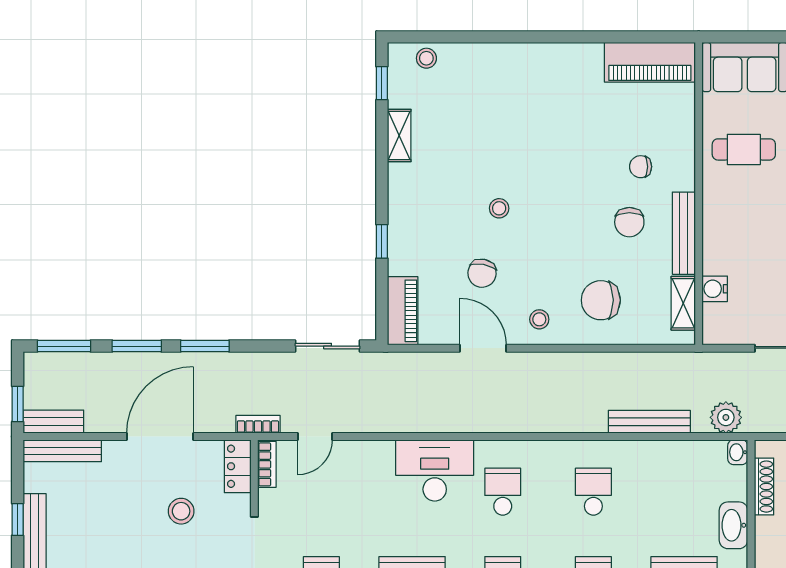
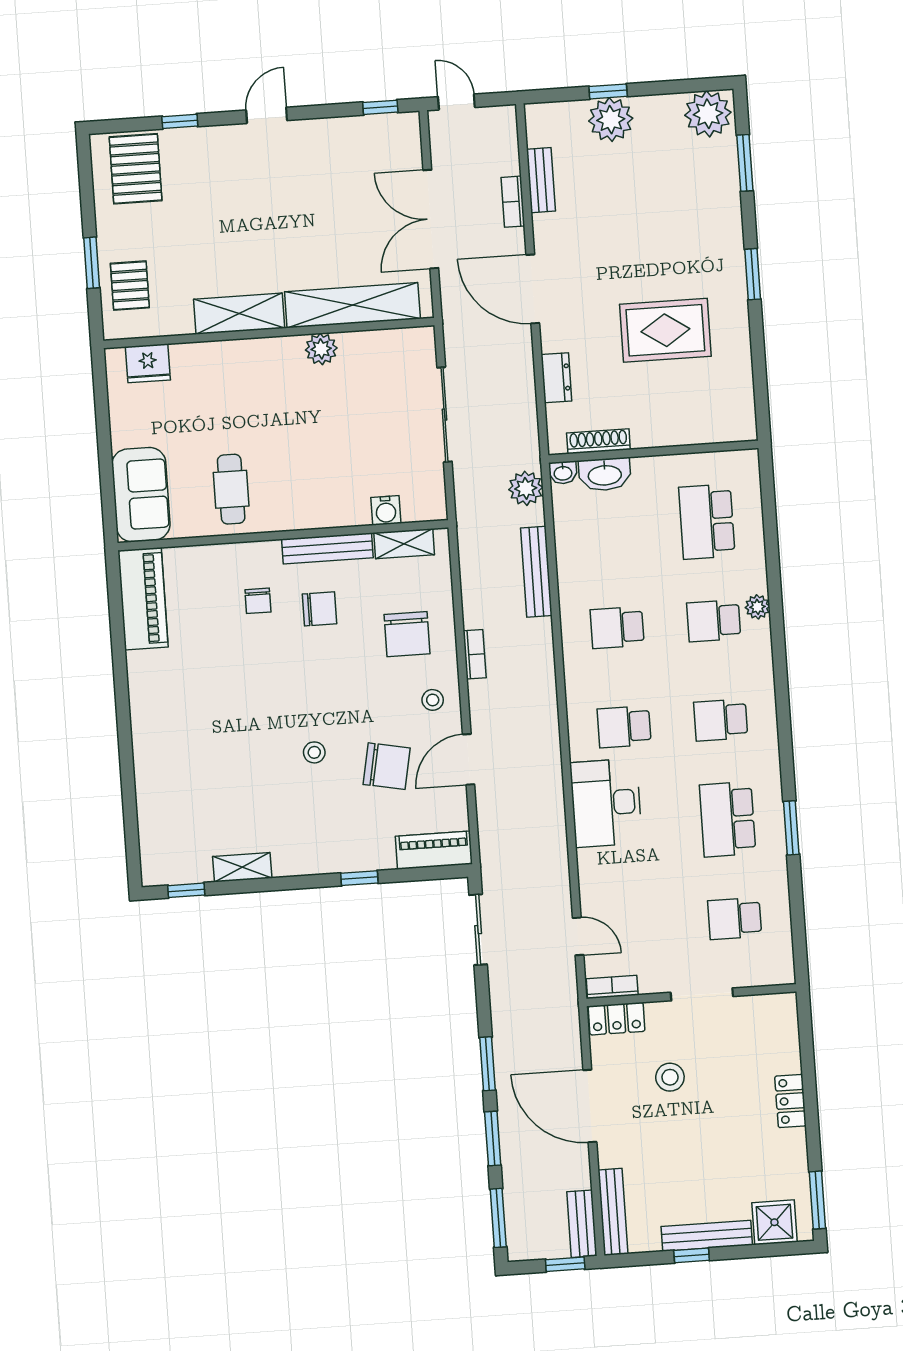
stool: (426, 58) -> (156, 843), removed
chair: (482, 273) -> (387, 766), width x1.37, depth x1.37
bookcase: (258, 424) -> (475, 654), moved, turned 180
washbasin: (733, 525) -> (605, 474), moved

